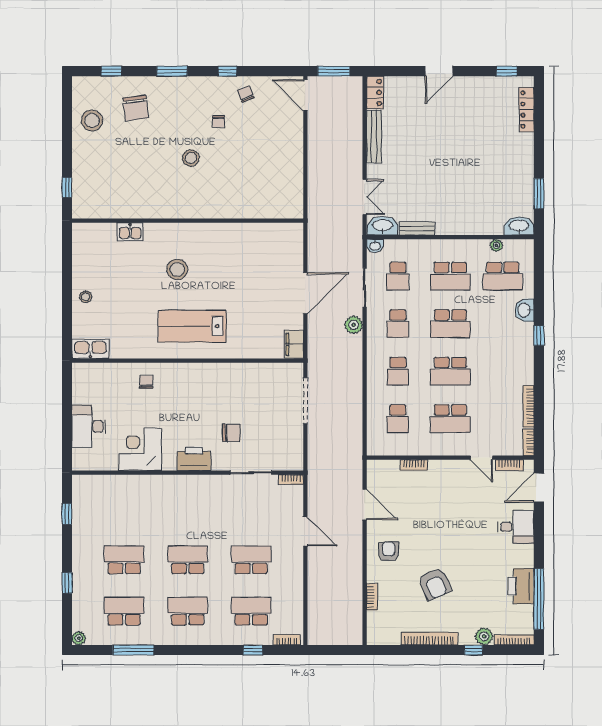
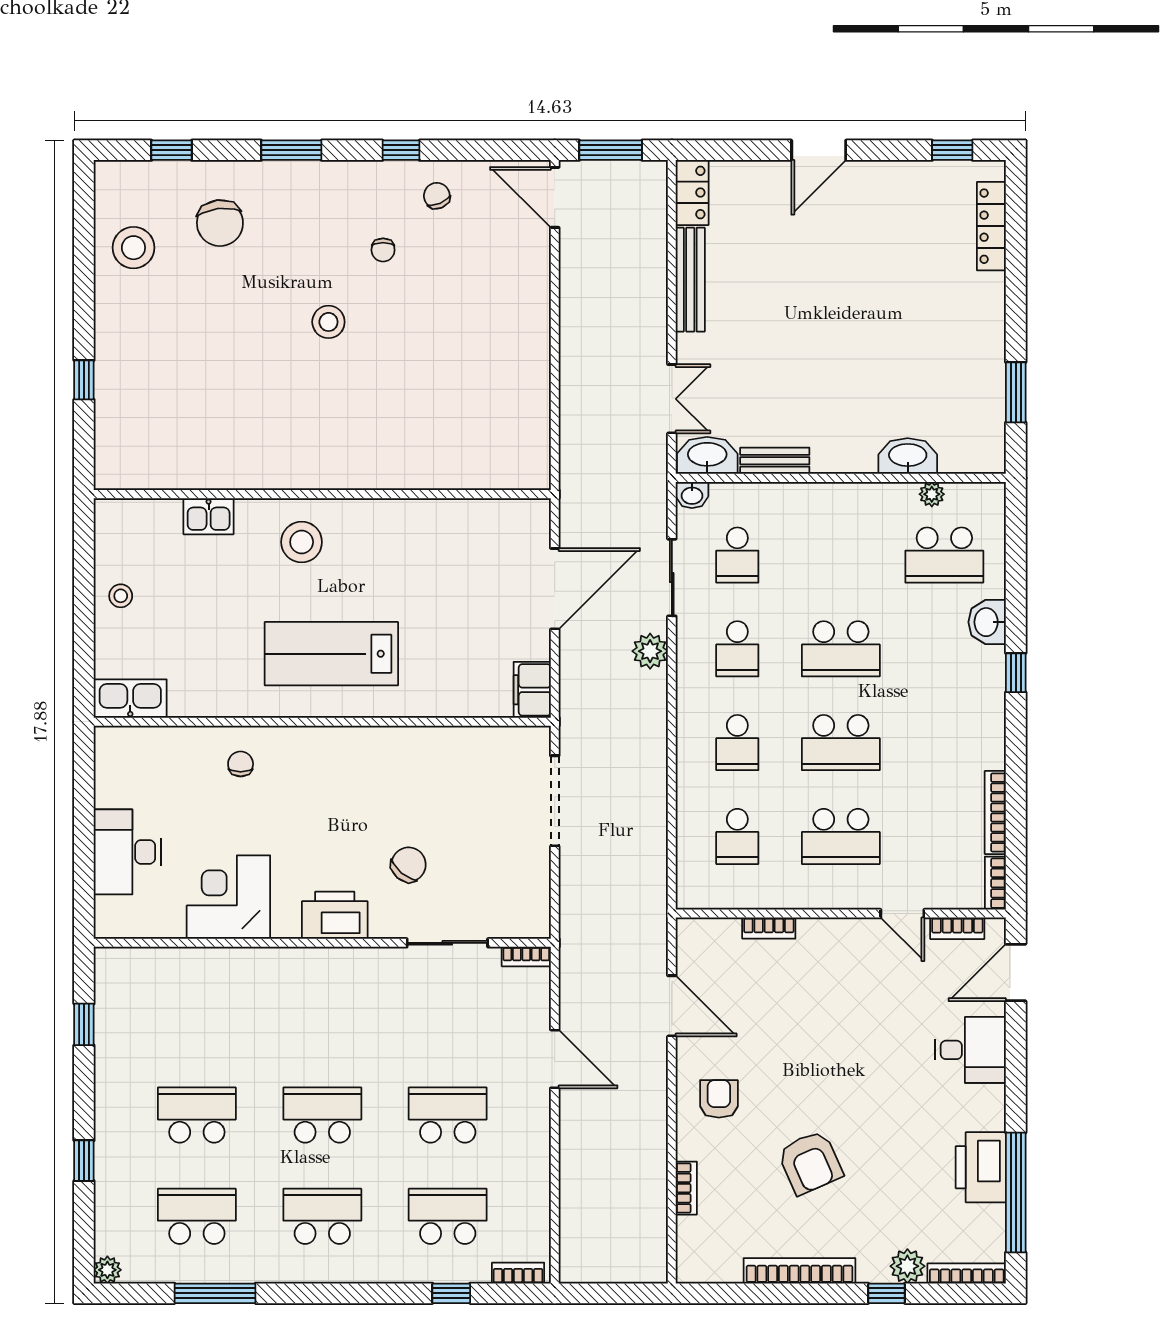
wall: (188, 221) -> (322, 494), moved
washbasin: (519, 226) -> (908, 456), moved
kitchen sink: (130, 232) -> (209, 516), moved
school desk: (450, 276) -> (841, 555), removed
chair: (231, 433) -> (409, 865), turned -50

